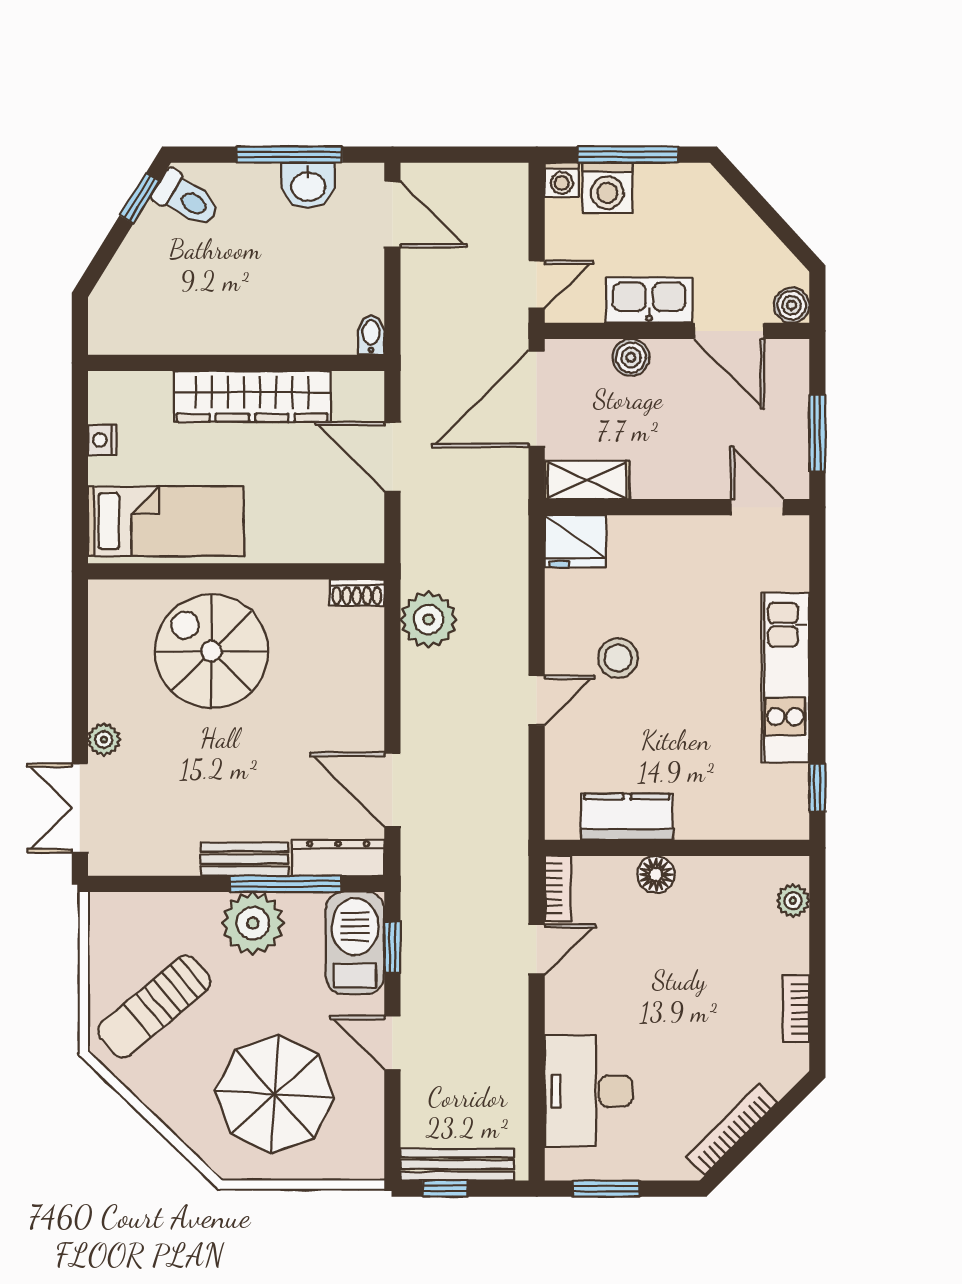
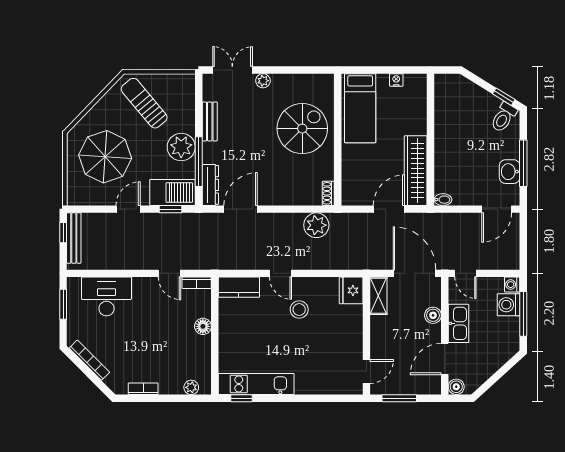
wardrobe: (252, 396) -> (416, 171), moved
kitchen unit: (785, 678) -> (256, 384), moved
kitchen counter: (627, 817) -> (239, 287), moved, turned 90
bench: (245, 859) -> (210, 121), moved

